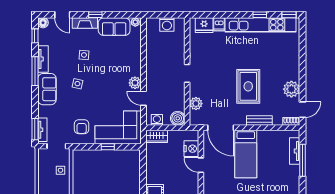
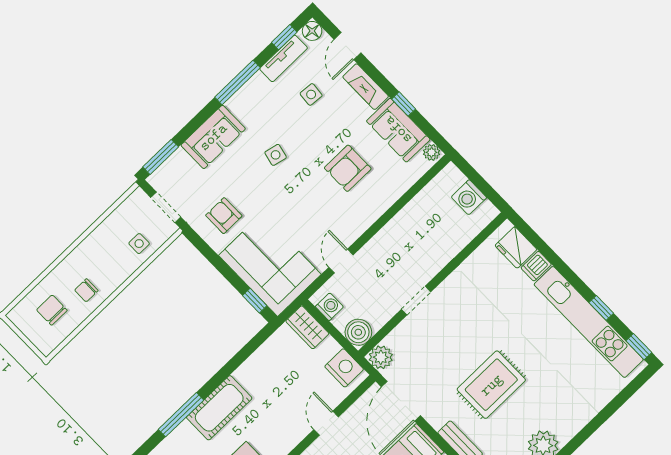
window: (95, 15) -> (404, 104), moved
side table: (84, 55) -> (311, 94), moved
tv unit: (43, 59) -> (284, 58), moved
armchair: (110, 61) -> (348, 168), added
doorway: (187, 73) -> (416, 301), moved
plant: (135, 83) -> (351, 230), removed
sofa: (47, 89) -> (213, 137), moved
plant: (196, 104) -> (381, 357), moved
armchair: (82, 127) -> (224, 216), turned 90
tv unit: (42, 130) -> (169, 168), removed
window: (108, 147) -> (255, 301), moved
nightstand: (191, 149) -> (344, 368), moved, turned -90

